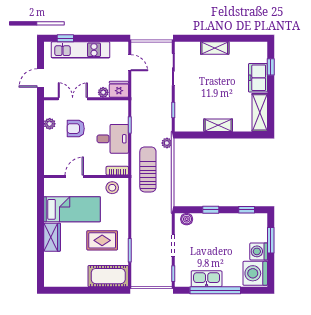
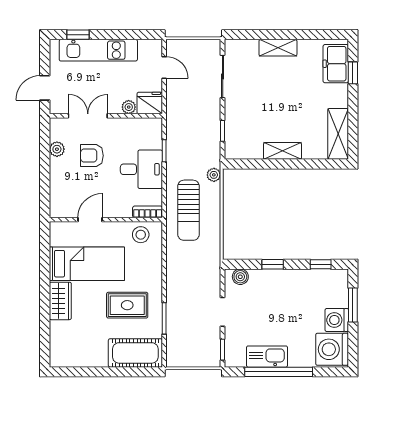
freezer: (258, 78) -> (336, 64), moved
sun lounger: (148, 169) -> (189, 210), turned 180

